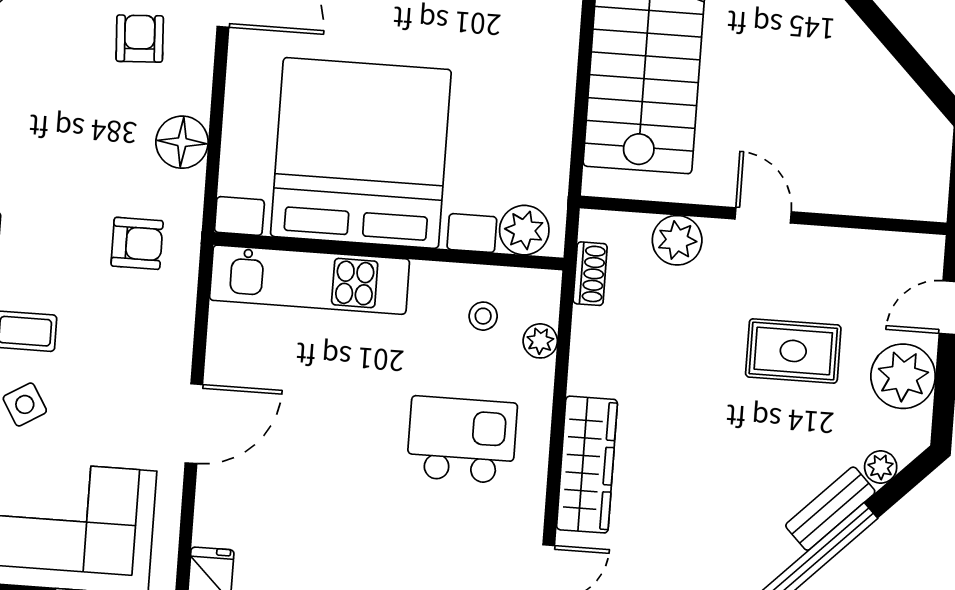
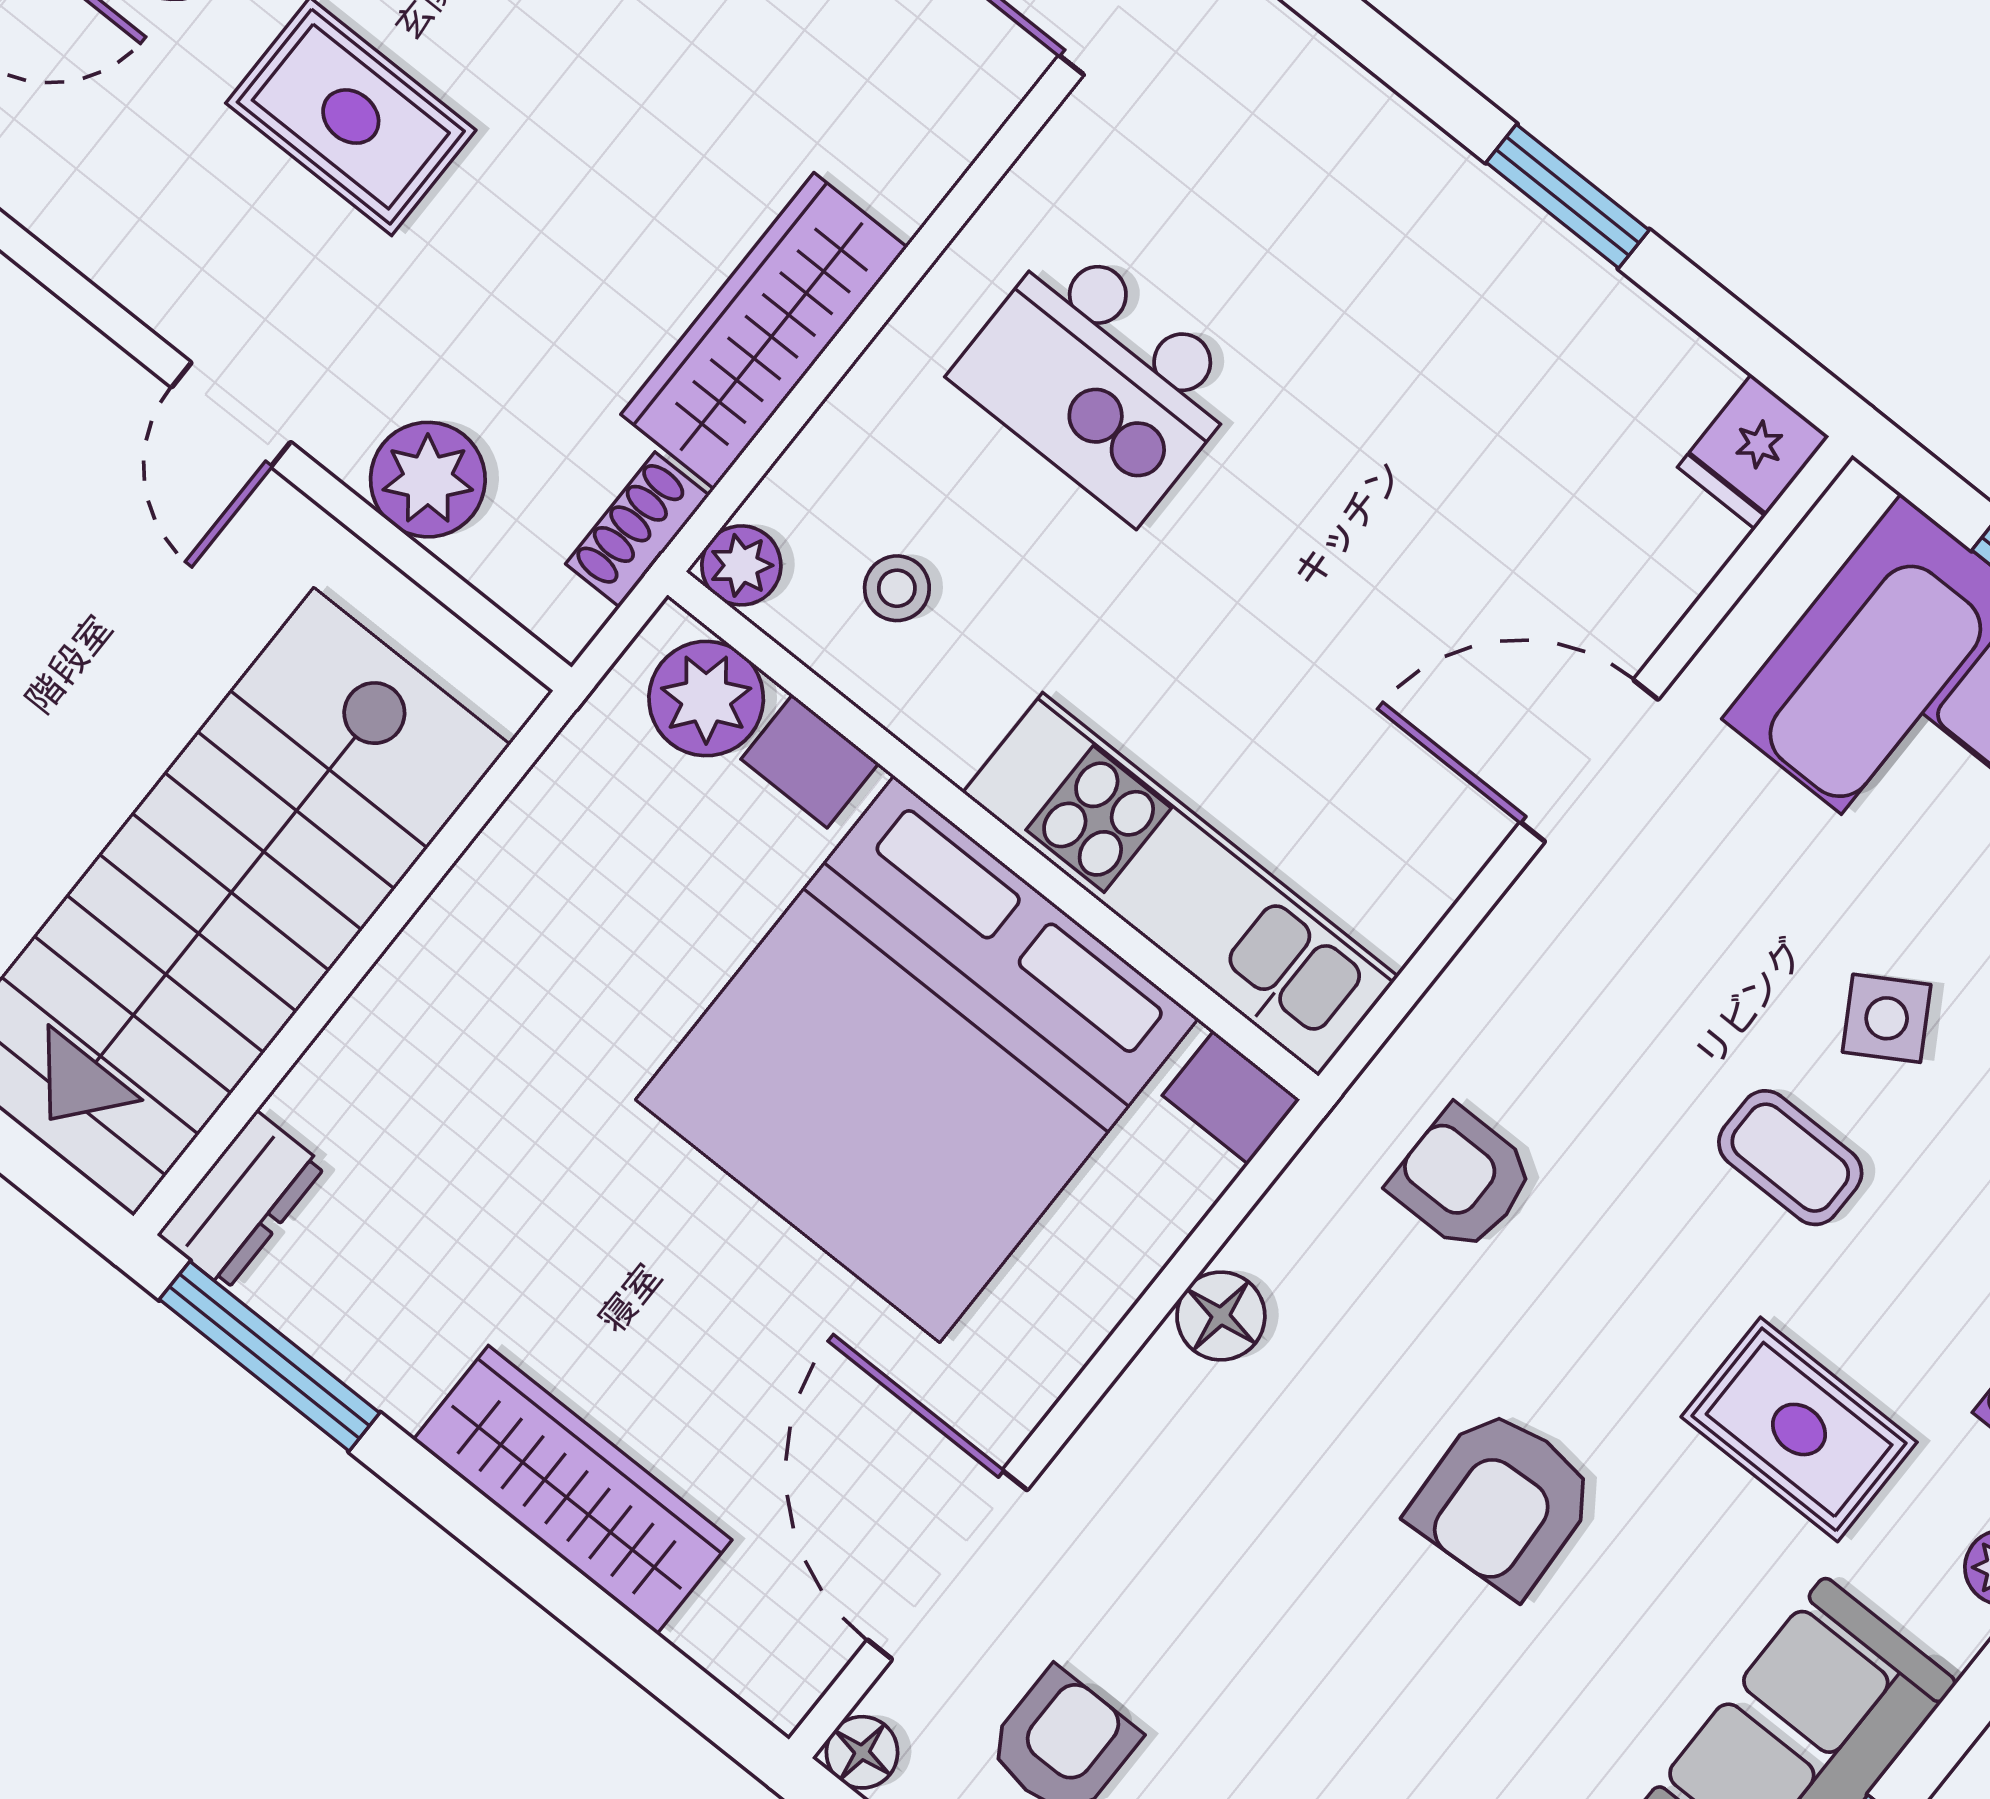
armchair: (140, 39) -> (1503, 1502), moved, width x1.38, depth x1.38
floor lamp: (182, 142) -> (1221, 1316), width x0.73, depth x0.73
plant: (540, 341) -> (741, 565), moved
wardrobe: (587, 465) -> (764, 331), moved

